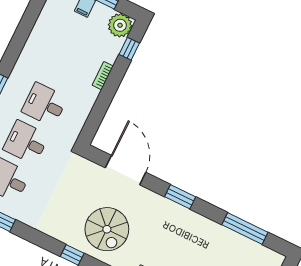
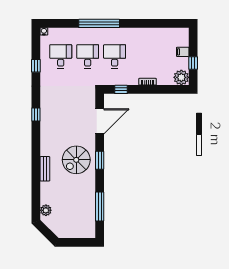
window: (129, 49) -> (121, 89), moved
spiral stairs: (107, 229) -> (76, 160), moved

